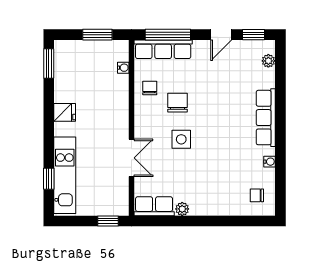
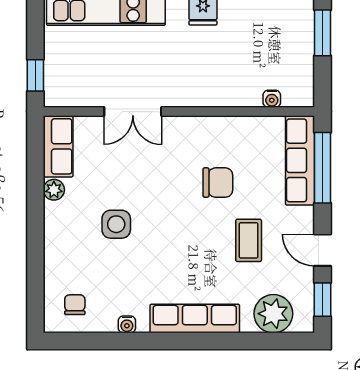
window: (97, 35) -> (323, 33), moved
plant: (268, 61) -> (273, 314), width x1.88, depth x1.88
coffee table: (215, 83) -> (249, 240), added
chair: (150, 88) -> (240, 140), removed
side table: (181, 139) -> (116, 224), moved

